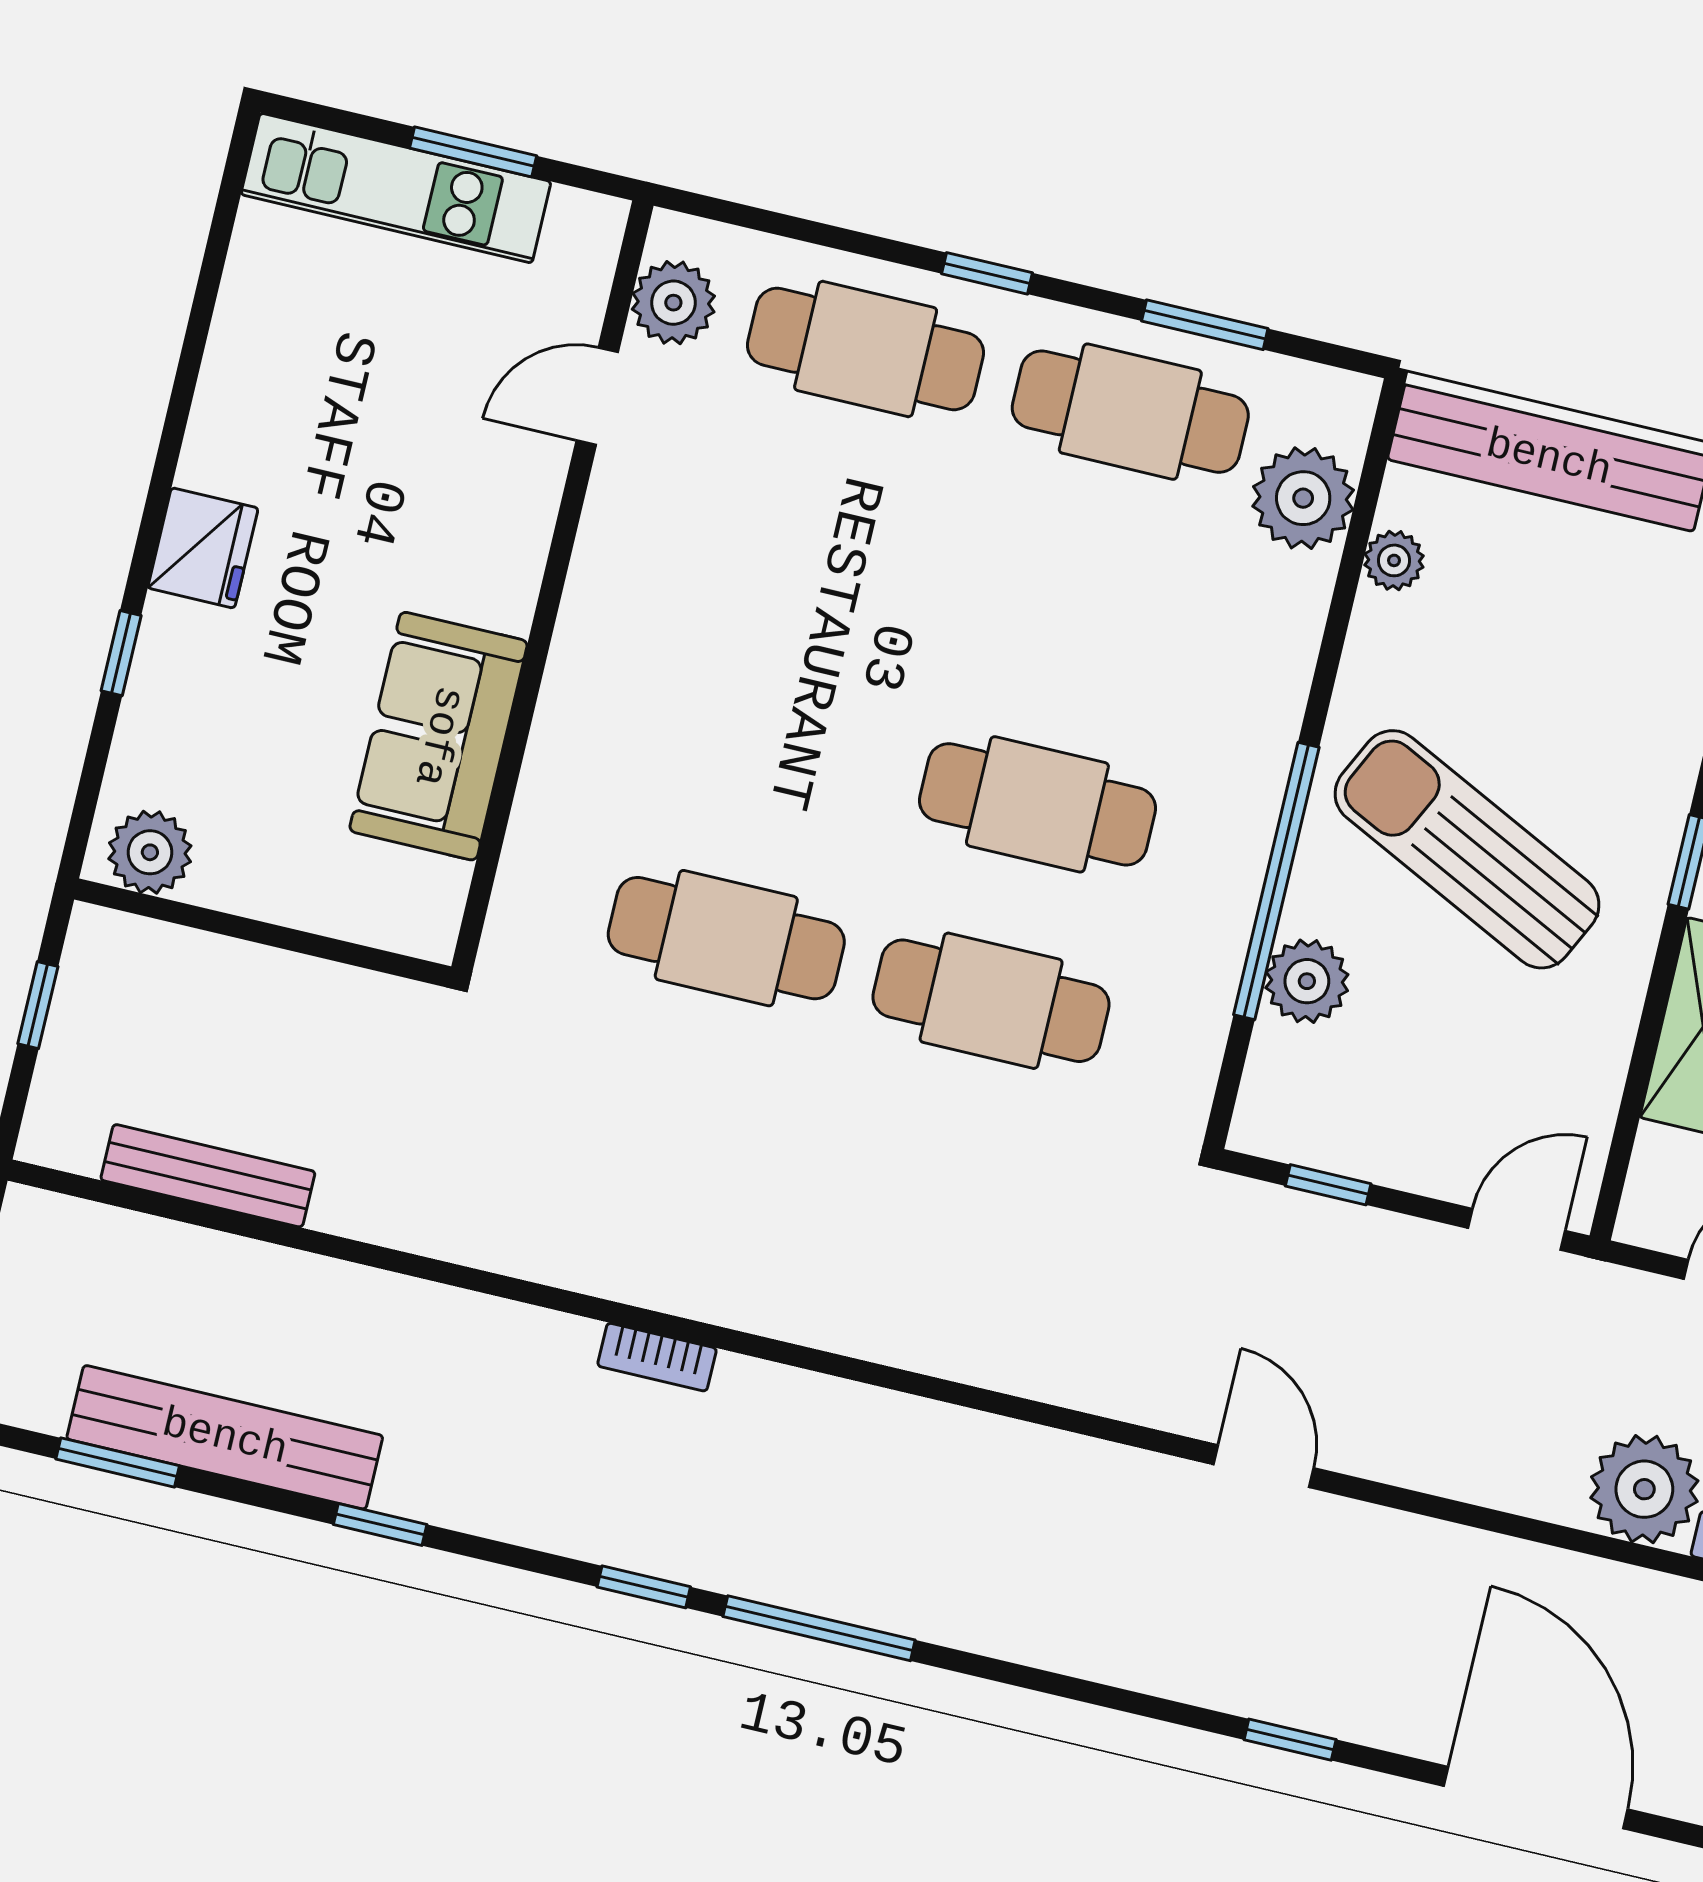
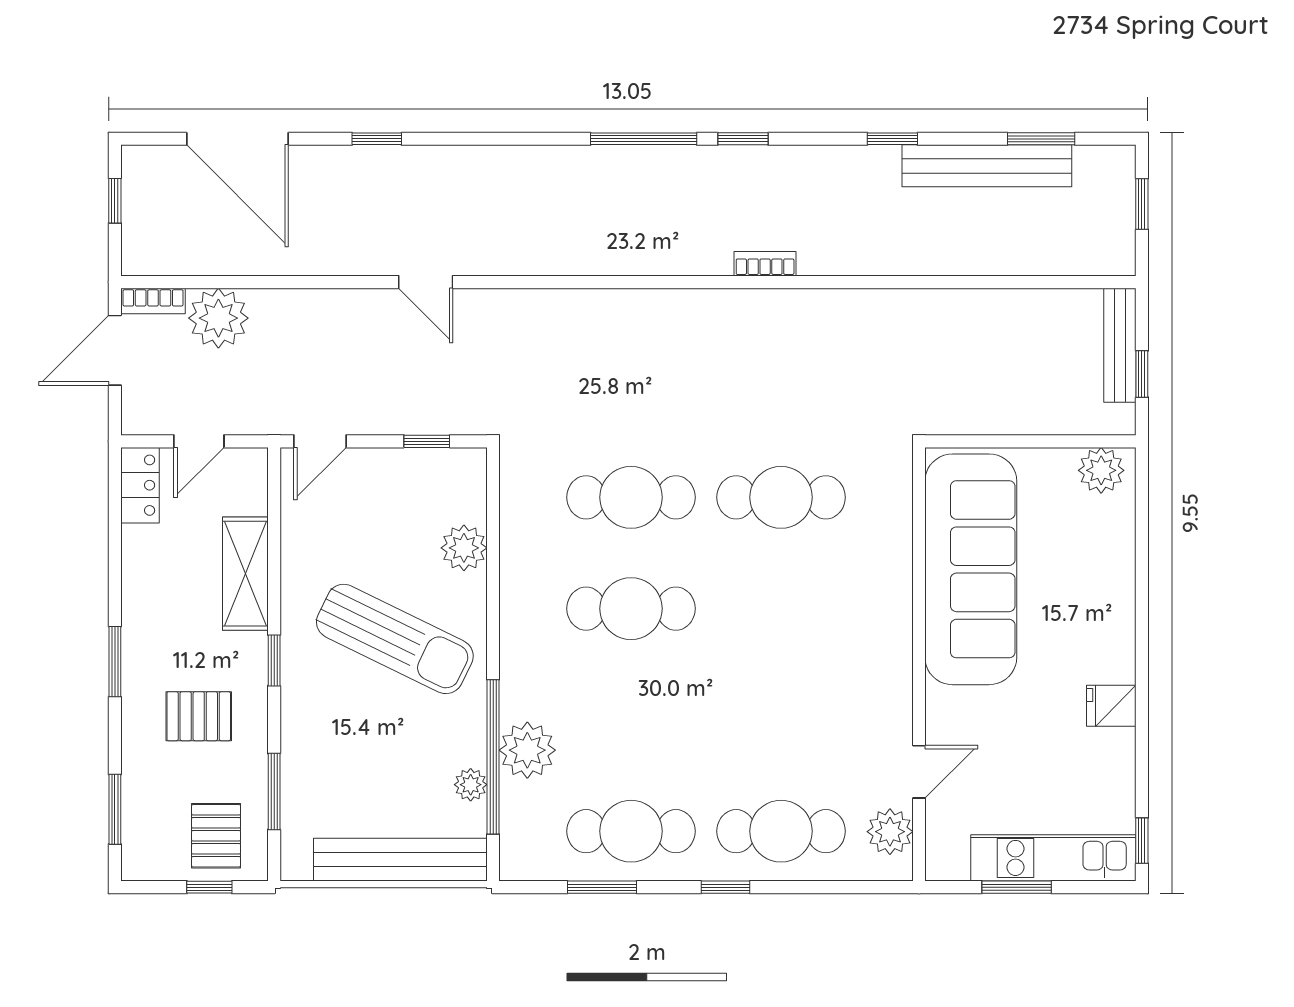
plant: (1303, 498) -> (527, 750), moved
fridge: (203, 548) -> (1111, 706), moved, width x0.72
window: (121, 653) -> (1142, 841), moved
sofa: (439, 736) -> (971, 569), width x1.85, depth x1.27
window: (1276, 881) -> (493, 757), moved
bench: (208, 1176) -> (1120, 345), moved, turned 90

